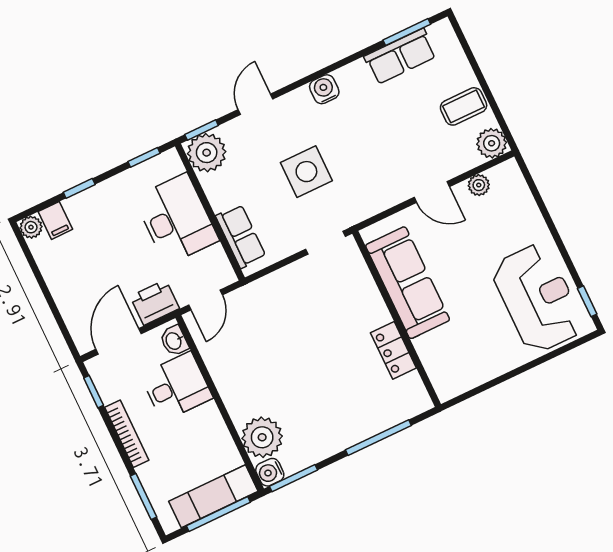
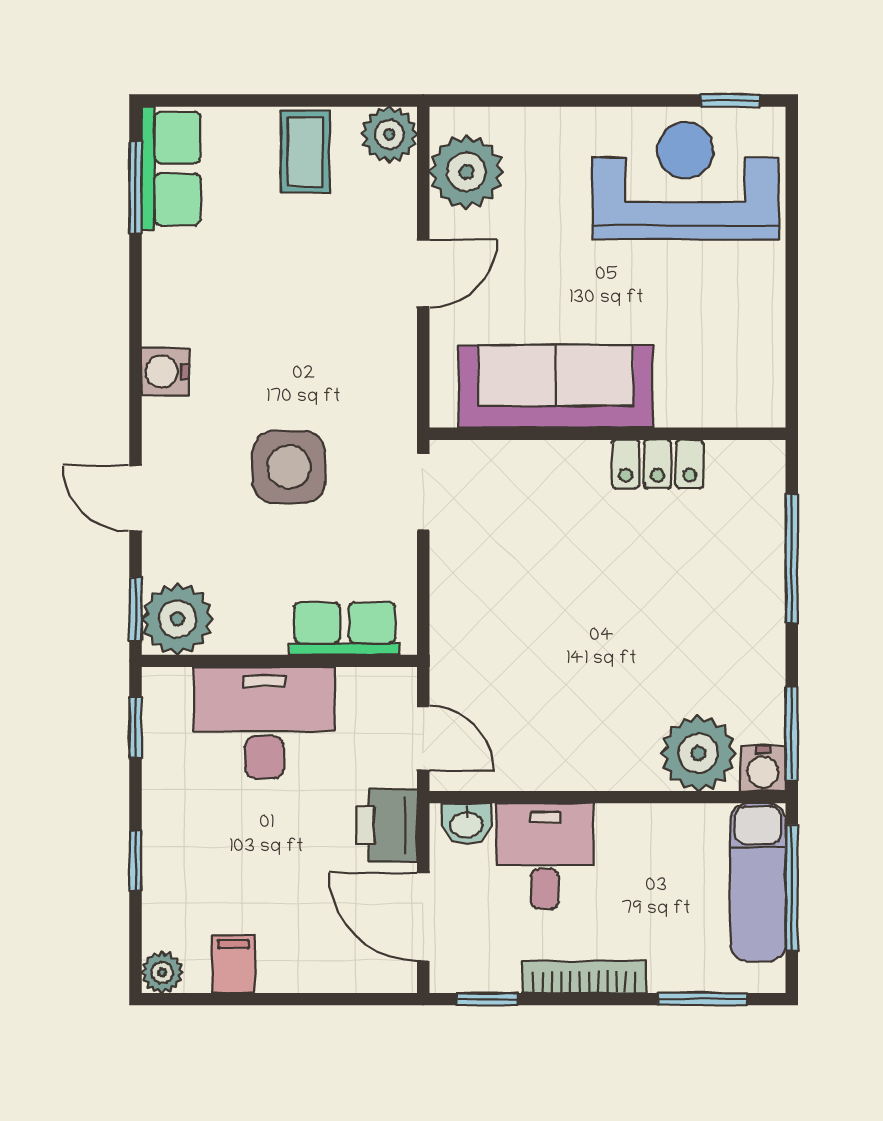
row of seats: (400, 56) -> (171, 168), moved
plant: (479, 185) -> (466, 172), width x1.88, depth x1.88
filing cabinet: (55, 220) -> (234, 964), moved, turned -90

